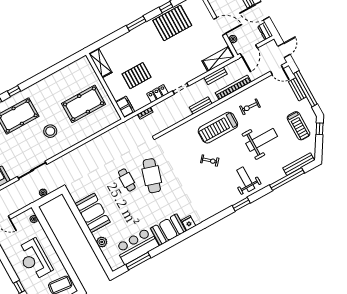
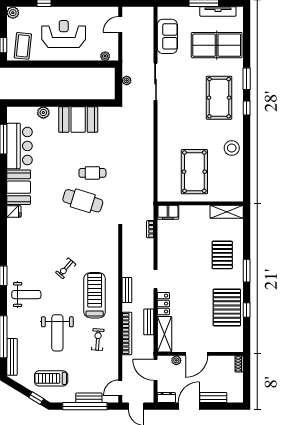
pallet: (137, 76) -> (222, 255), moved
locker: (158, 93) -> (163, 304), moved
stool: (50, 131) -> (232, 148), moved

